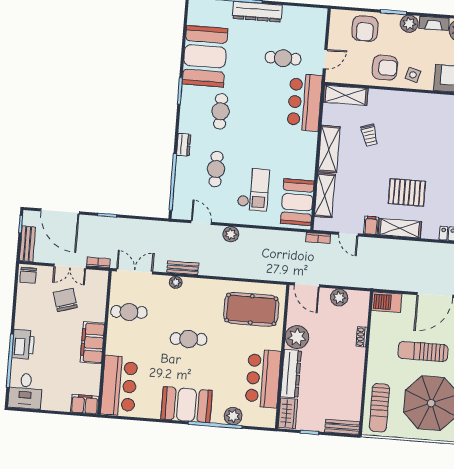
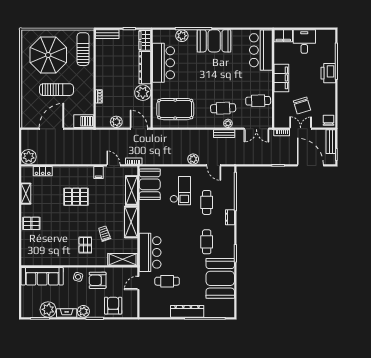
pallet: (399, 121) -> (85, 245), added
checkout: (253, 189) -> (180, 191), turned 180
shelving: (400, 228) -> (79, 172), removed
cafe table: (189, 339) -> (223, 108), moved
desk: (25, 391) -> (304, 42), moved

